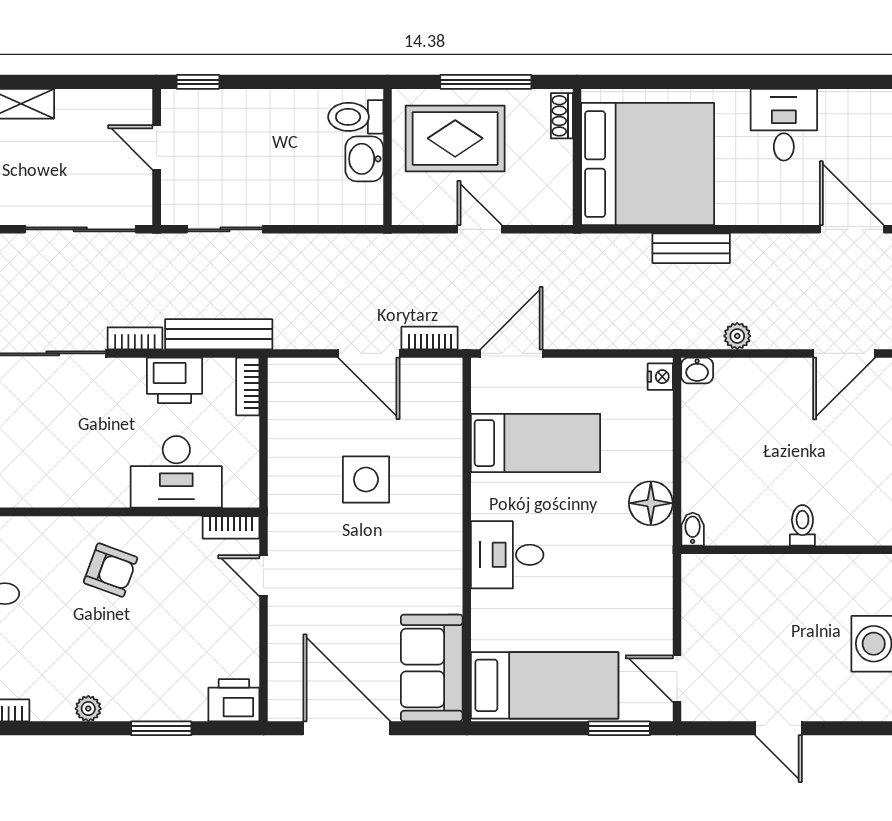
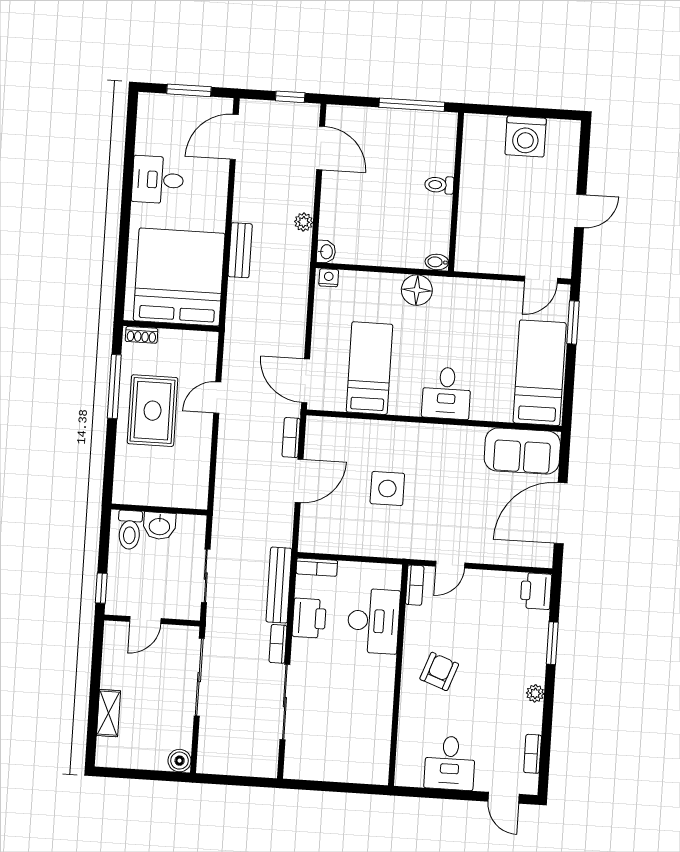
toilet: (356, 117) -> (130, 530), moved
wall: (387, 157) -> (159, 509), moved
washbasin: (364, 159) -> (159, 526), moved

